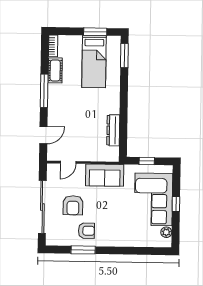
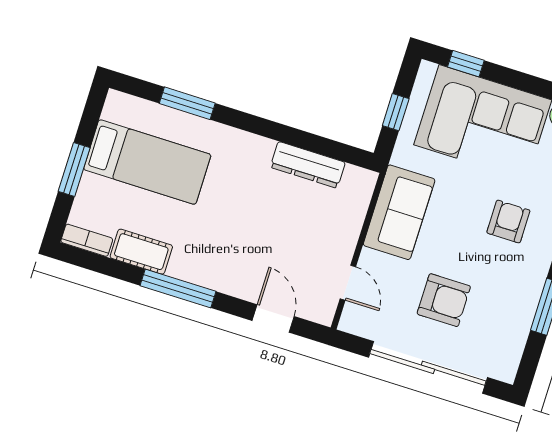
window: (95, 32) -> (74, 170), moved
window: (124, 56) -> (187, 103), moved
window: (176, 204) -> (466, 64), moved
armchair: (86, 231) -> (508, 222), moved

